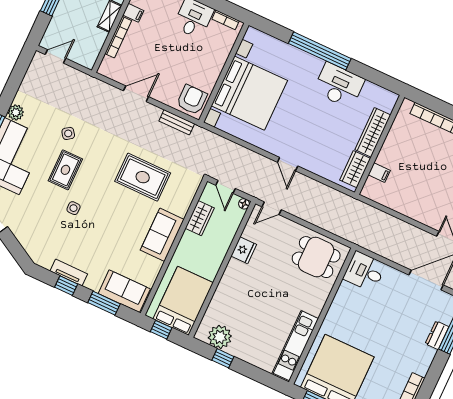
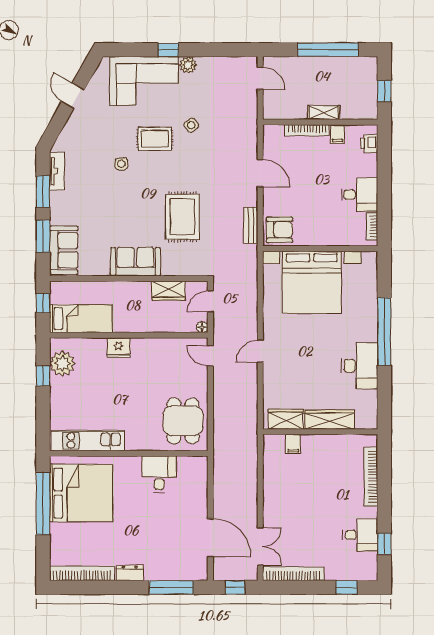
fridge: (244, 250) -> (119, 348), moved
tv unit: (69, 272) -> (57, 171), moved
desk: (365, 272) -> (159, 474), moved
window: (66, 286) -> (43, 191), width x1.50
bed: (183, 301) -> (81, 319), width x0.67
dresser: (437, 335) -> (130, 573), moved

